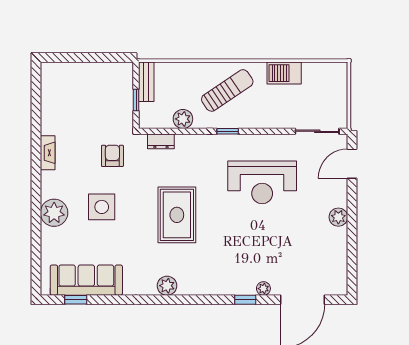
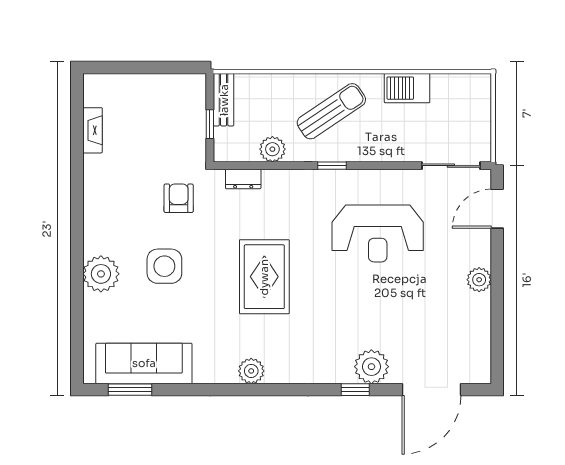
fireplace: (48, 153) -> (92, 130), moved
plant: (263, 289) -> (371, 367), width x1.88, depth x1.88
window: (76, 300) -> (130, 390), width x1.50

